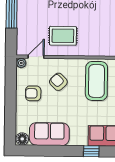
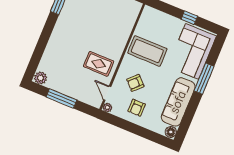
rug: (63, 36) -> (99, 64), turned 90
sofa: (49, 134) -> (178, 102), width x1.36
window: (91, 151) -> (204, 79), width x2.17

